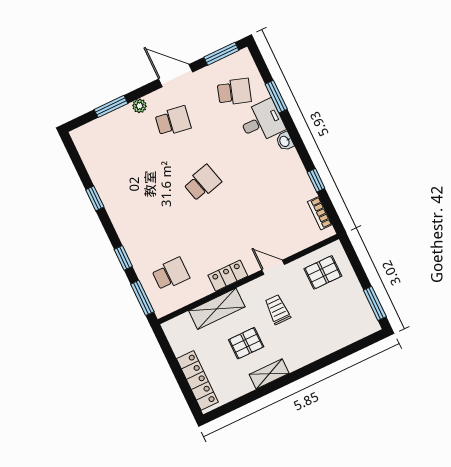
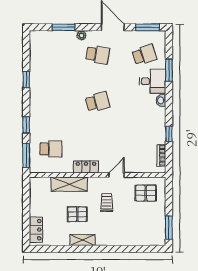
school desk: (234, 92) -> (144, 55), turned -36
door: (273, 267) -> (116, 175), hinge flipped
locker: (197, 380) -> (36, 230), width x0.66

